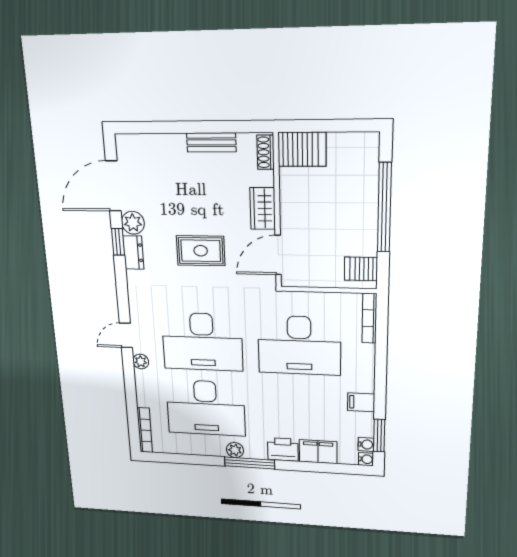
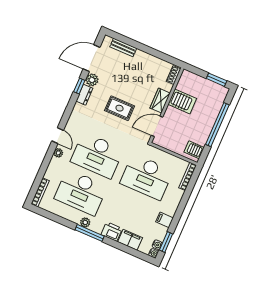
window: (348, 126) -> (217, 80), added
bench: (211, 142) -> (123, 47), moved
server rack: (302, 149) -> (182, 101), moved
door: (126, 335) -> (58, 136), swing flipped

